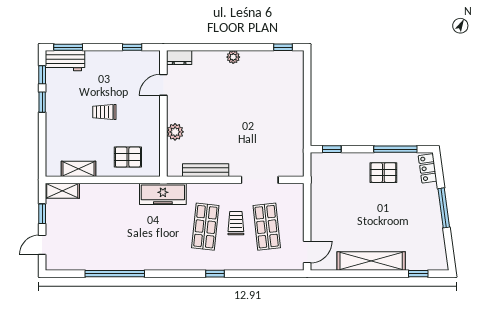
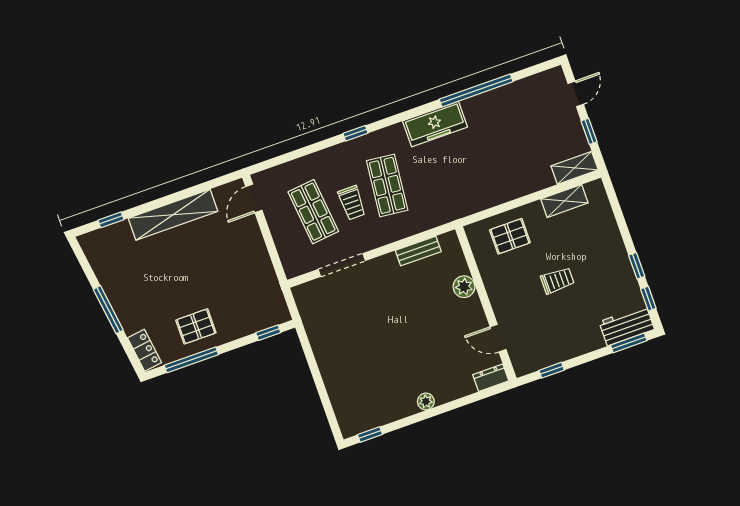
door: (163, 85) -> (498, 338), swing flipped
bench: (206, 170) -> (418, 251), width x0.73
freezer: (163, 194) -> (435, 124), moved, turned 180

